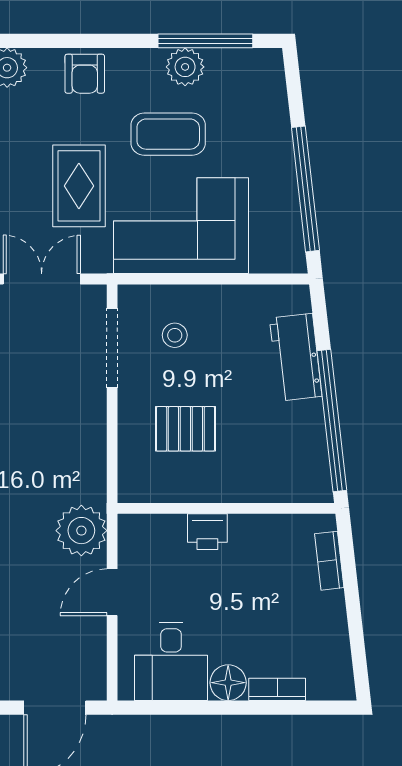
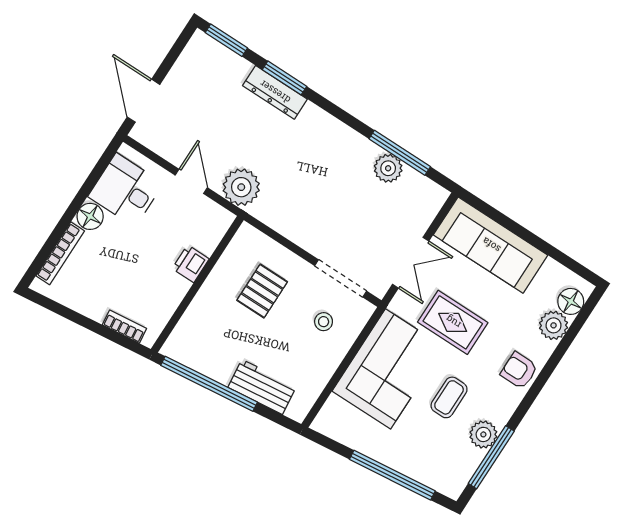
coffee table: (168, 134) -> (449, 397), width x0.73, depth x0.77
window: (305, 189) -> (392, 475), moved
bookcase: (277, 689) -> (60, 253), width x1.56

